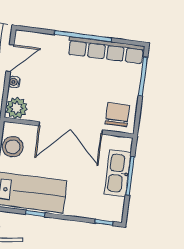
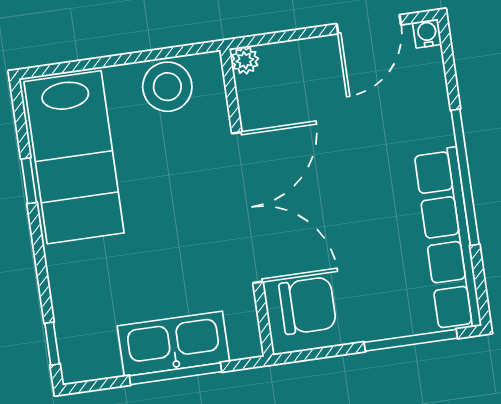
door: (10, 58) -> (369, 24), hinge flipped
water cooler: (14, 82) -> (427, 33), moved
plant: (16, 108) -> (245, 60), width x0.53, depth x0.53
double door: (71, 128) -> (247, 207), swing flipped

